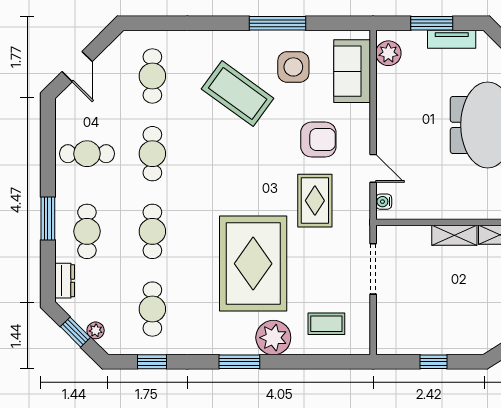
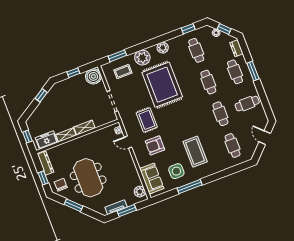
coffee table: (238, 94) -> (195, 152), turned 54
boiler: (394, 337) -> (93, 76), added
plant: (222, 342) -> (163, 48), added
window: (239, 362) -> (117, 56), moved

